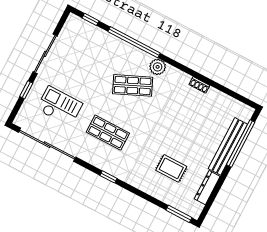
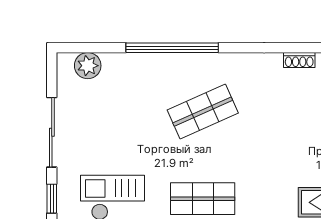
window: (91, 19) -> (92, 48), removed
plant: (158, 67) -> (88, 66), moved

